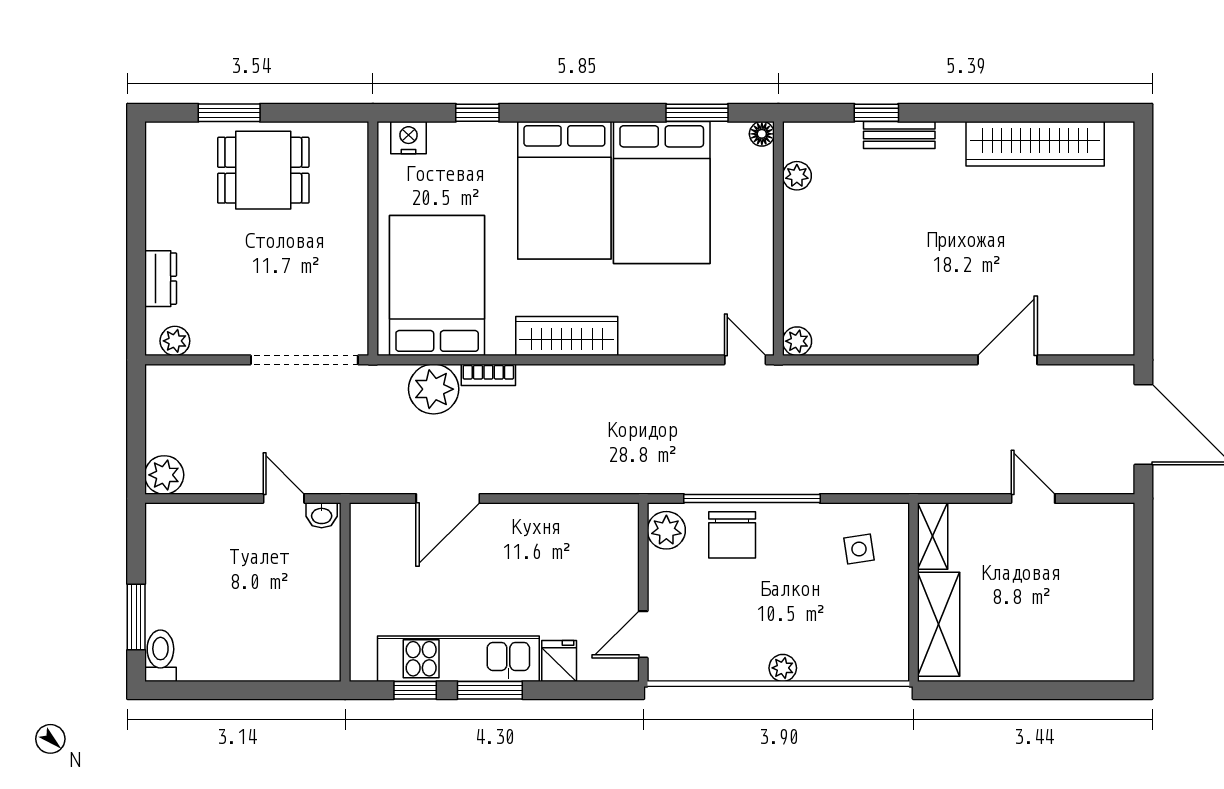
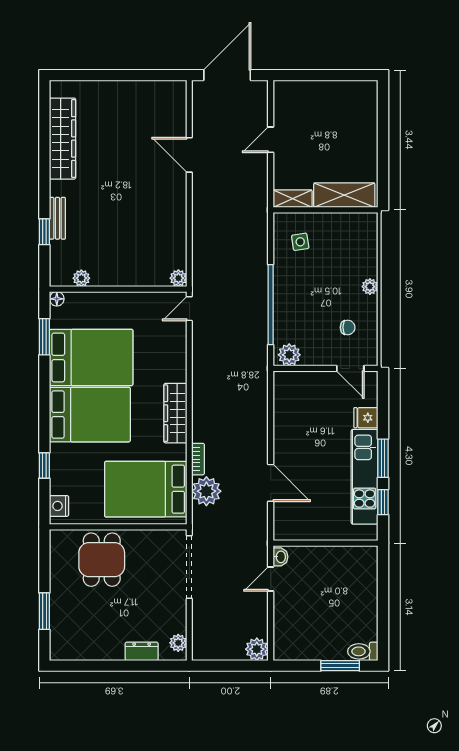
dining table: (263, 170) -> (102, 560), moved
chair: (732, 535) -> (348, 327), moved, width x0.54, depth x0.54

